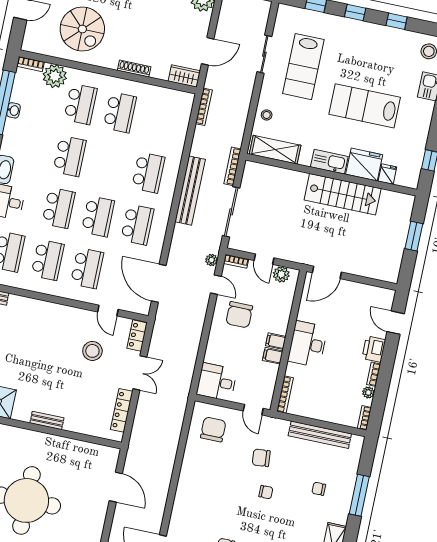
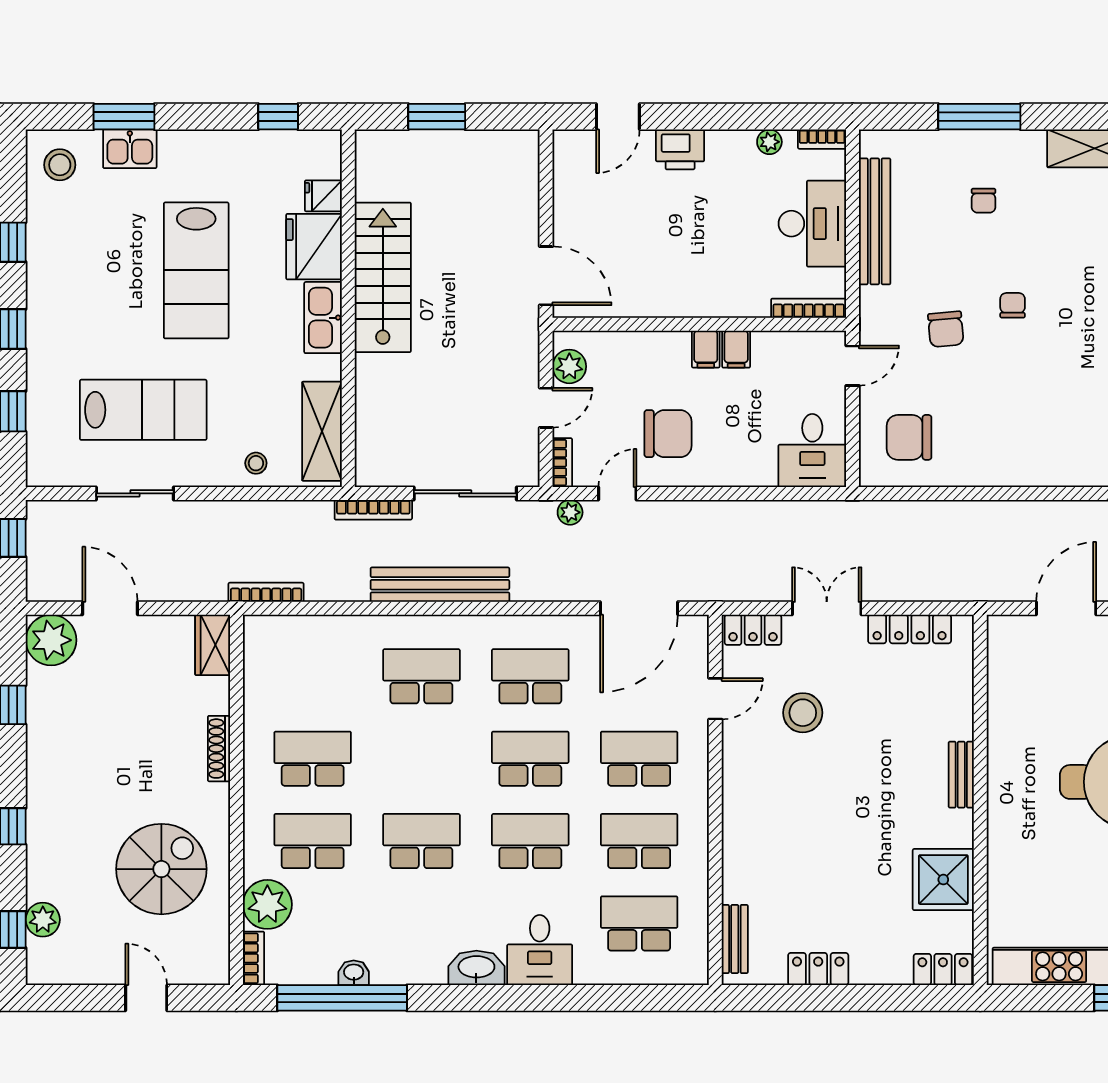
door: (208, 51) -> (110, 608), moved
desk: (308, 344) -> (812, 224), moved, turned -90
bookcase: (374, 374) -> (731, 139), removed

